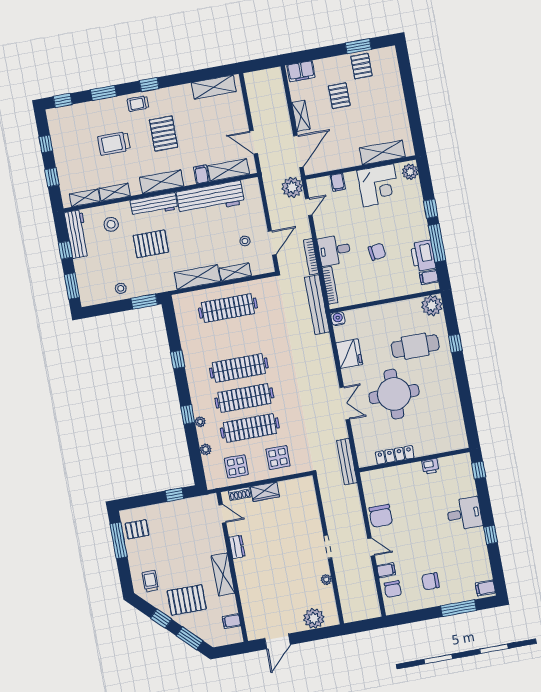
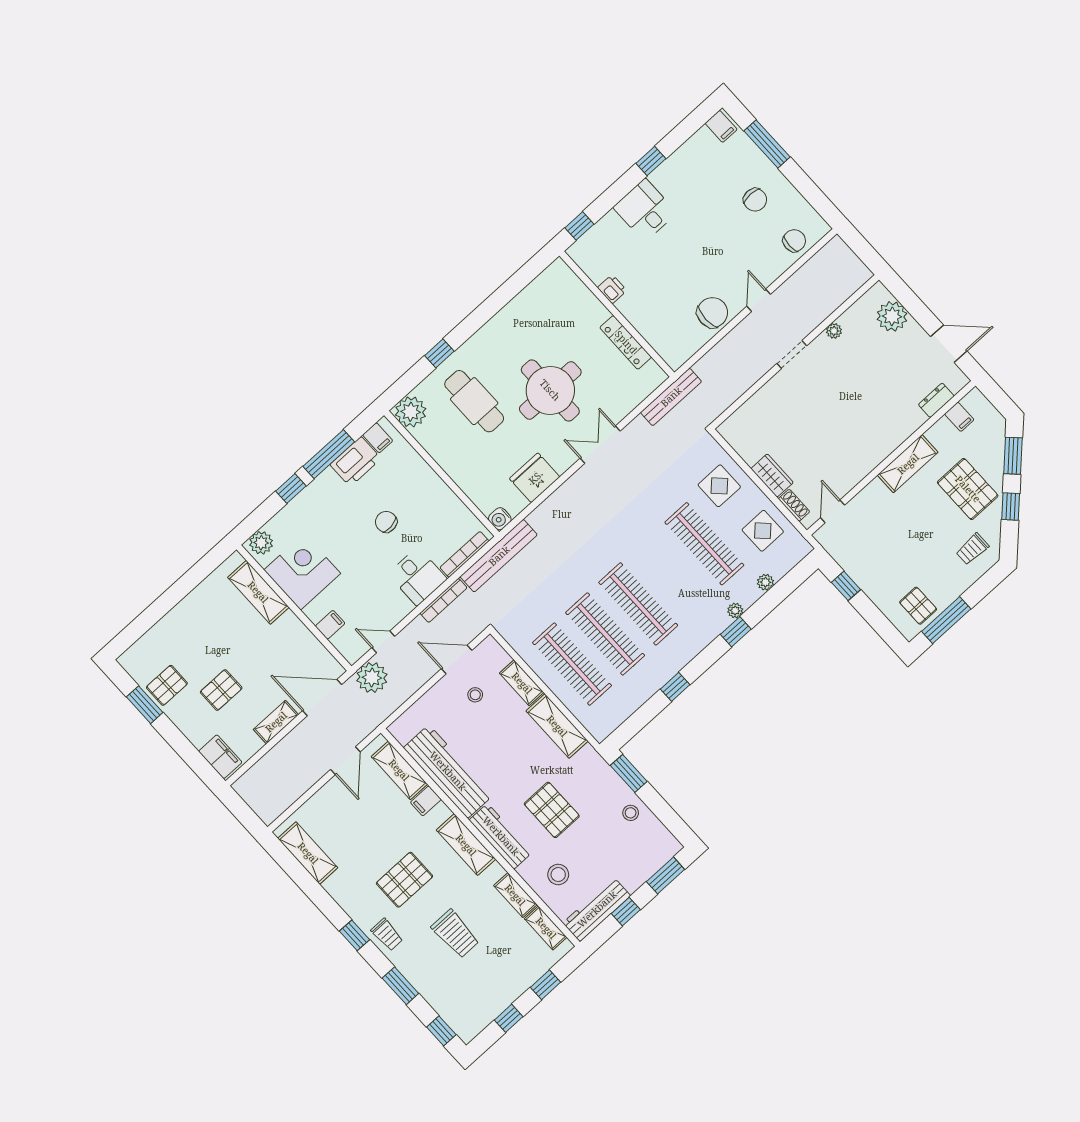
clothes rail: (244, 398) -> (605, 634), moved
dresser: (237, 547) -> (936, 400), moved
filing cabinet: (386, 570) -> (776, 264), removed

